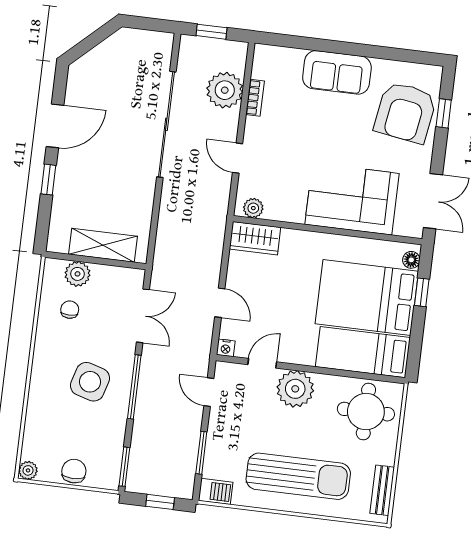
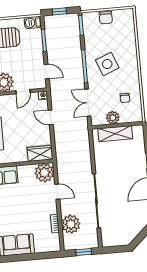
plant: (253, 208) -> (44, 173), width x1.88, depth x1.88
plant: (77, 274) -> (113, 118), moved
side table: (90, 382) -> (107, 64), turned -38
plant: (28, 470) -> (129, 13), removed

